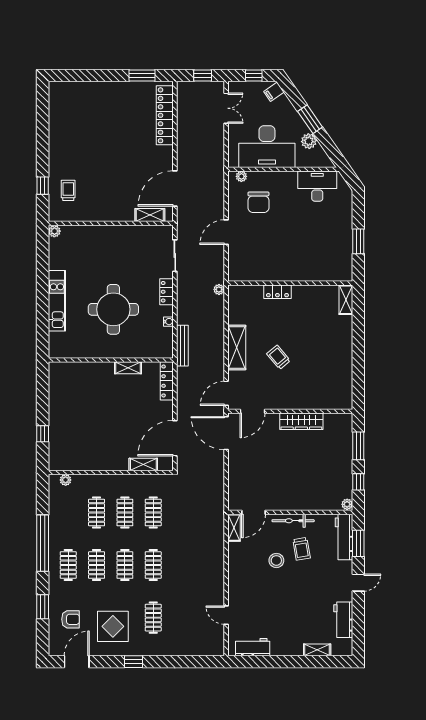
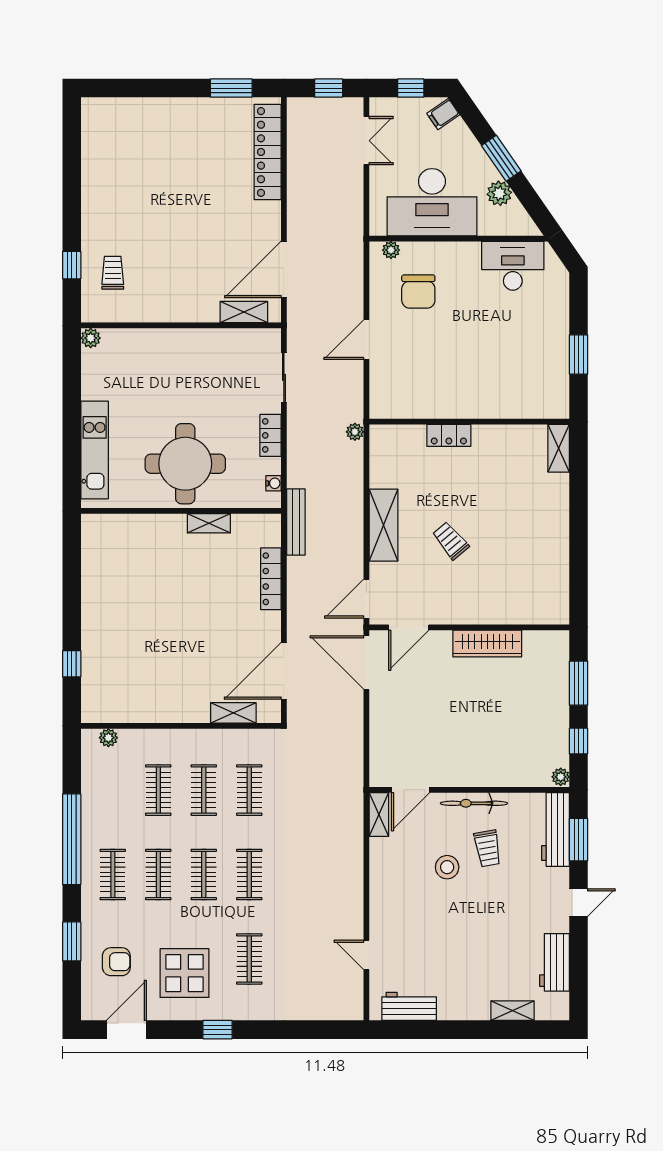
wall: (111, 360) -> (181, 511), moved
shelving: (128, 368) -> (209, 523), moved

